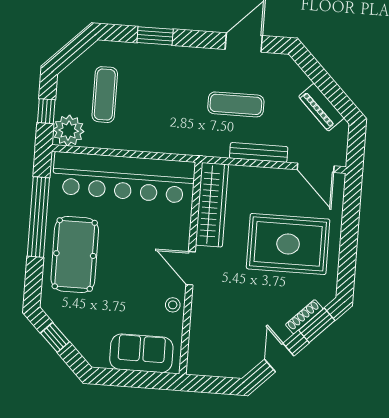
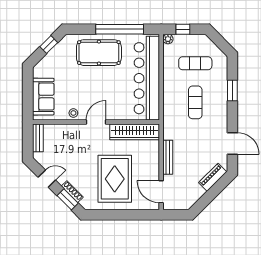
exercise mat: (236, 104) -> (195, 102), moved
piano: (321, 107) -> (213, 177), moved
plant: (69, 131) -> (168, 39), width x0.53, depth x0.53
door: (316, 168) -> (161, 192), hinge flipped
bench: (210, 367) -> (38, 138), added

